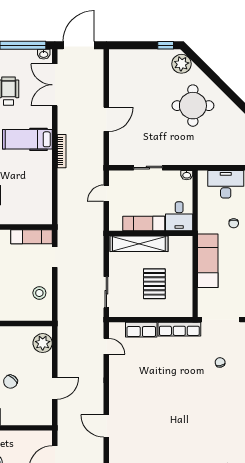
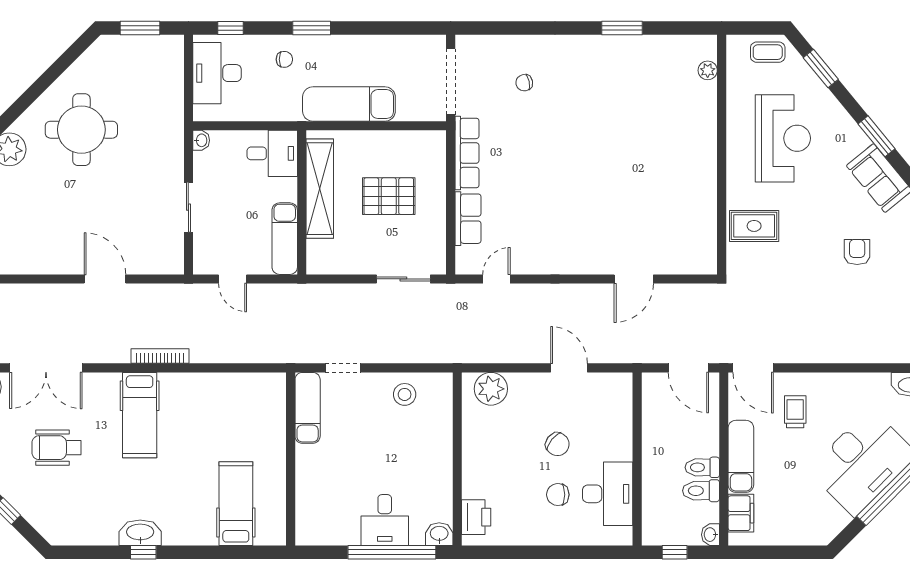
exam couch: (144, 223) -> (285, 239), moved
shelving: (139, 244) -> (320, 189), moved

